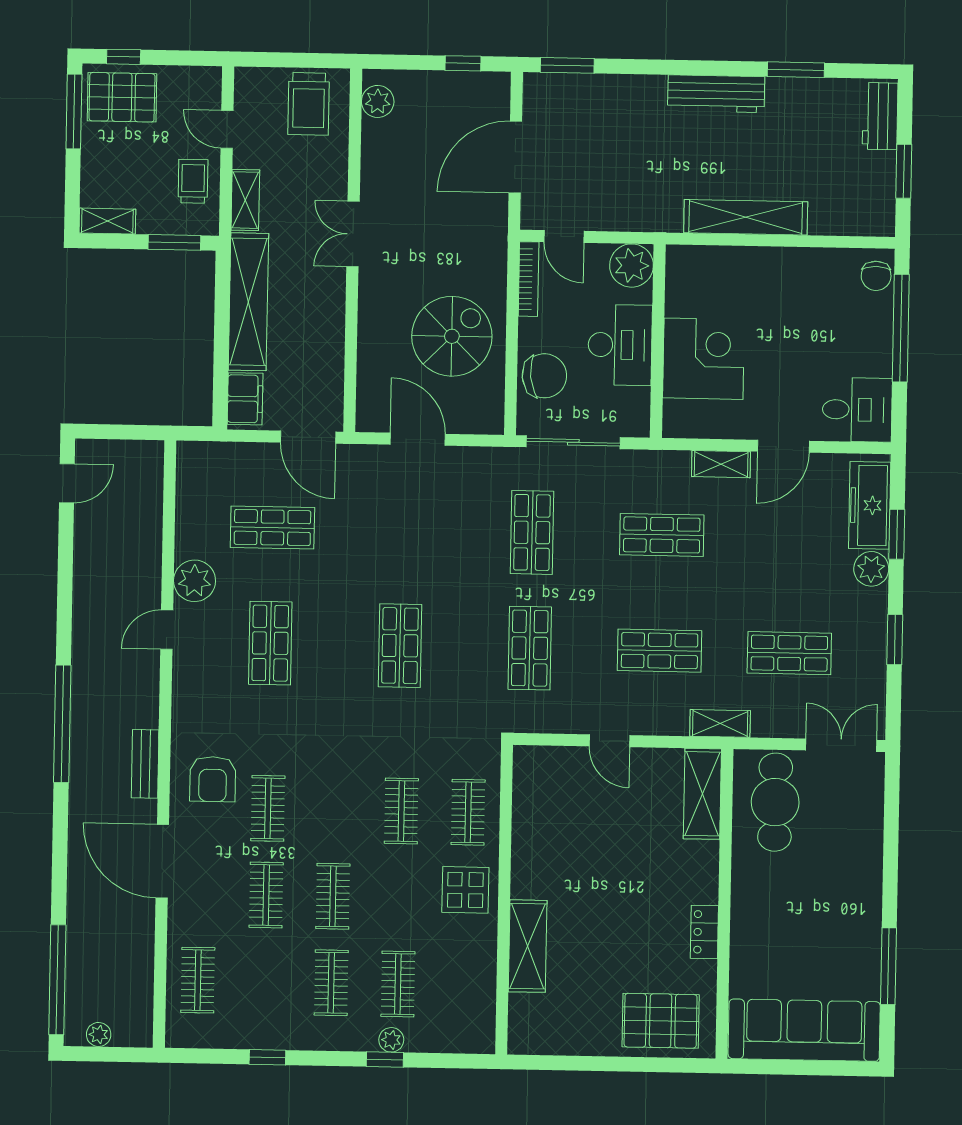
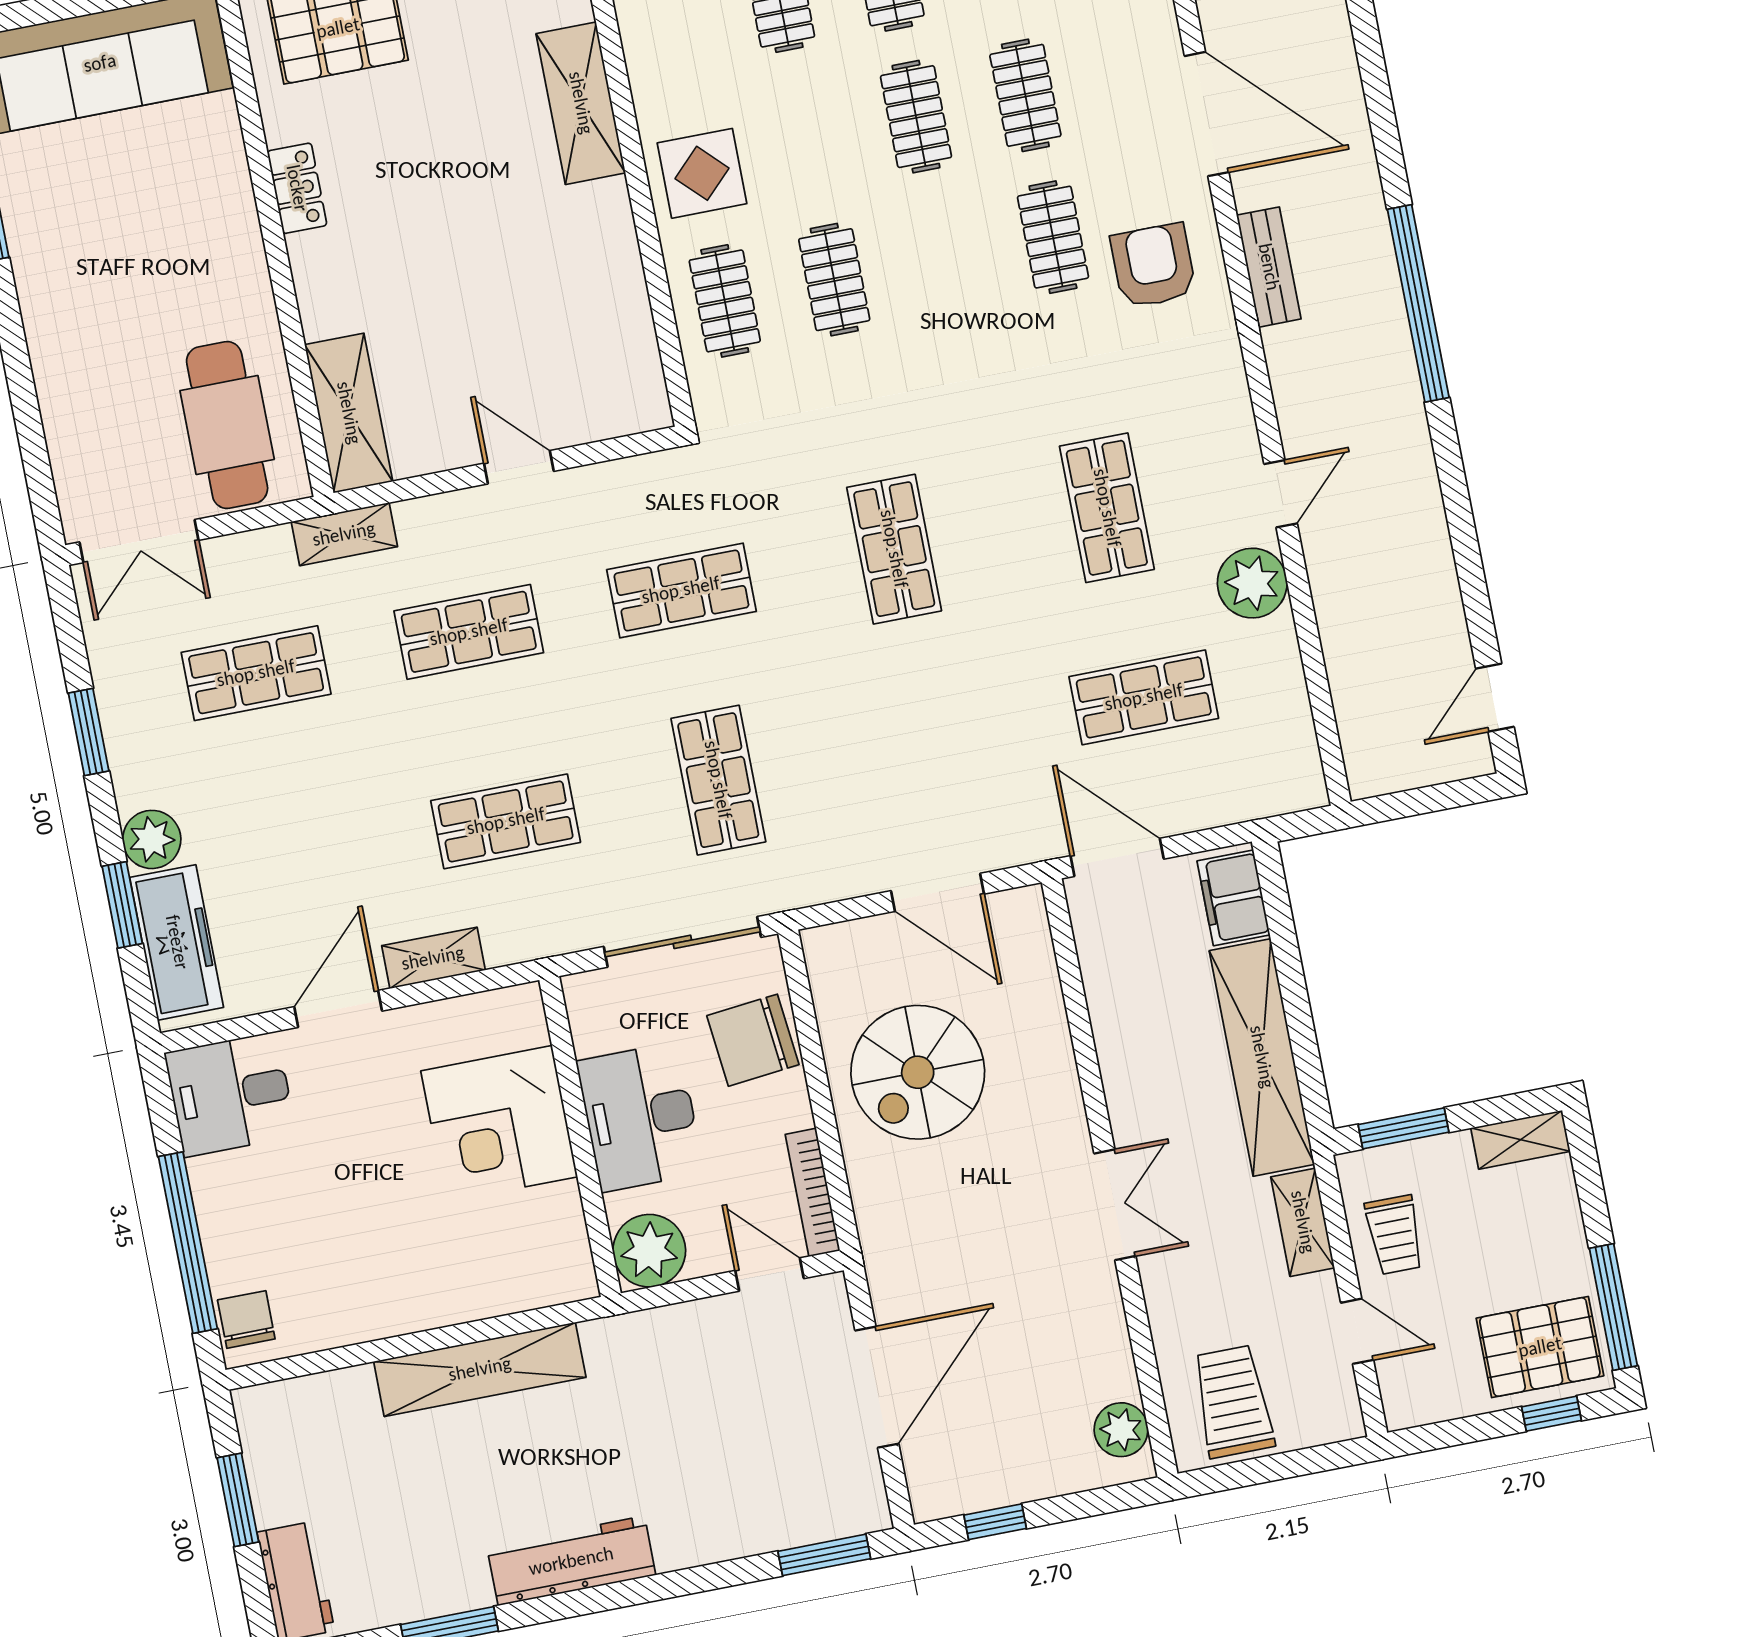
shop shelf: (530, 648) -> (681, 590), turned 90

